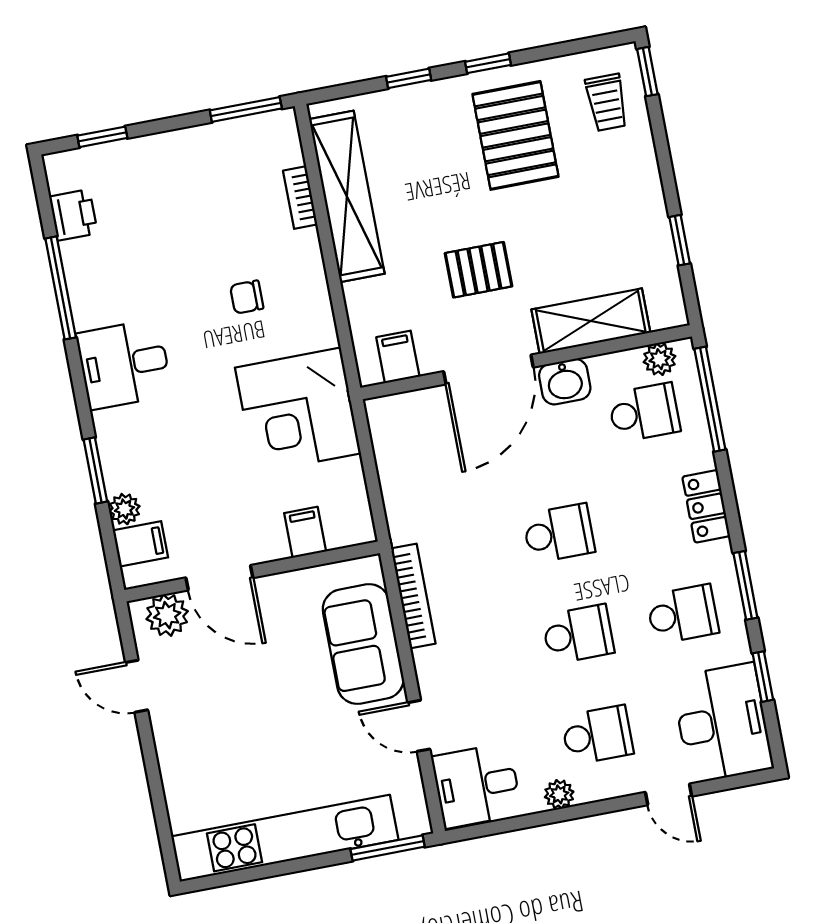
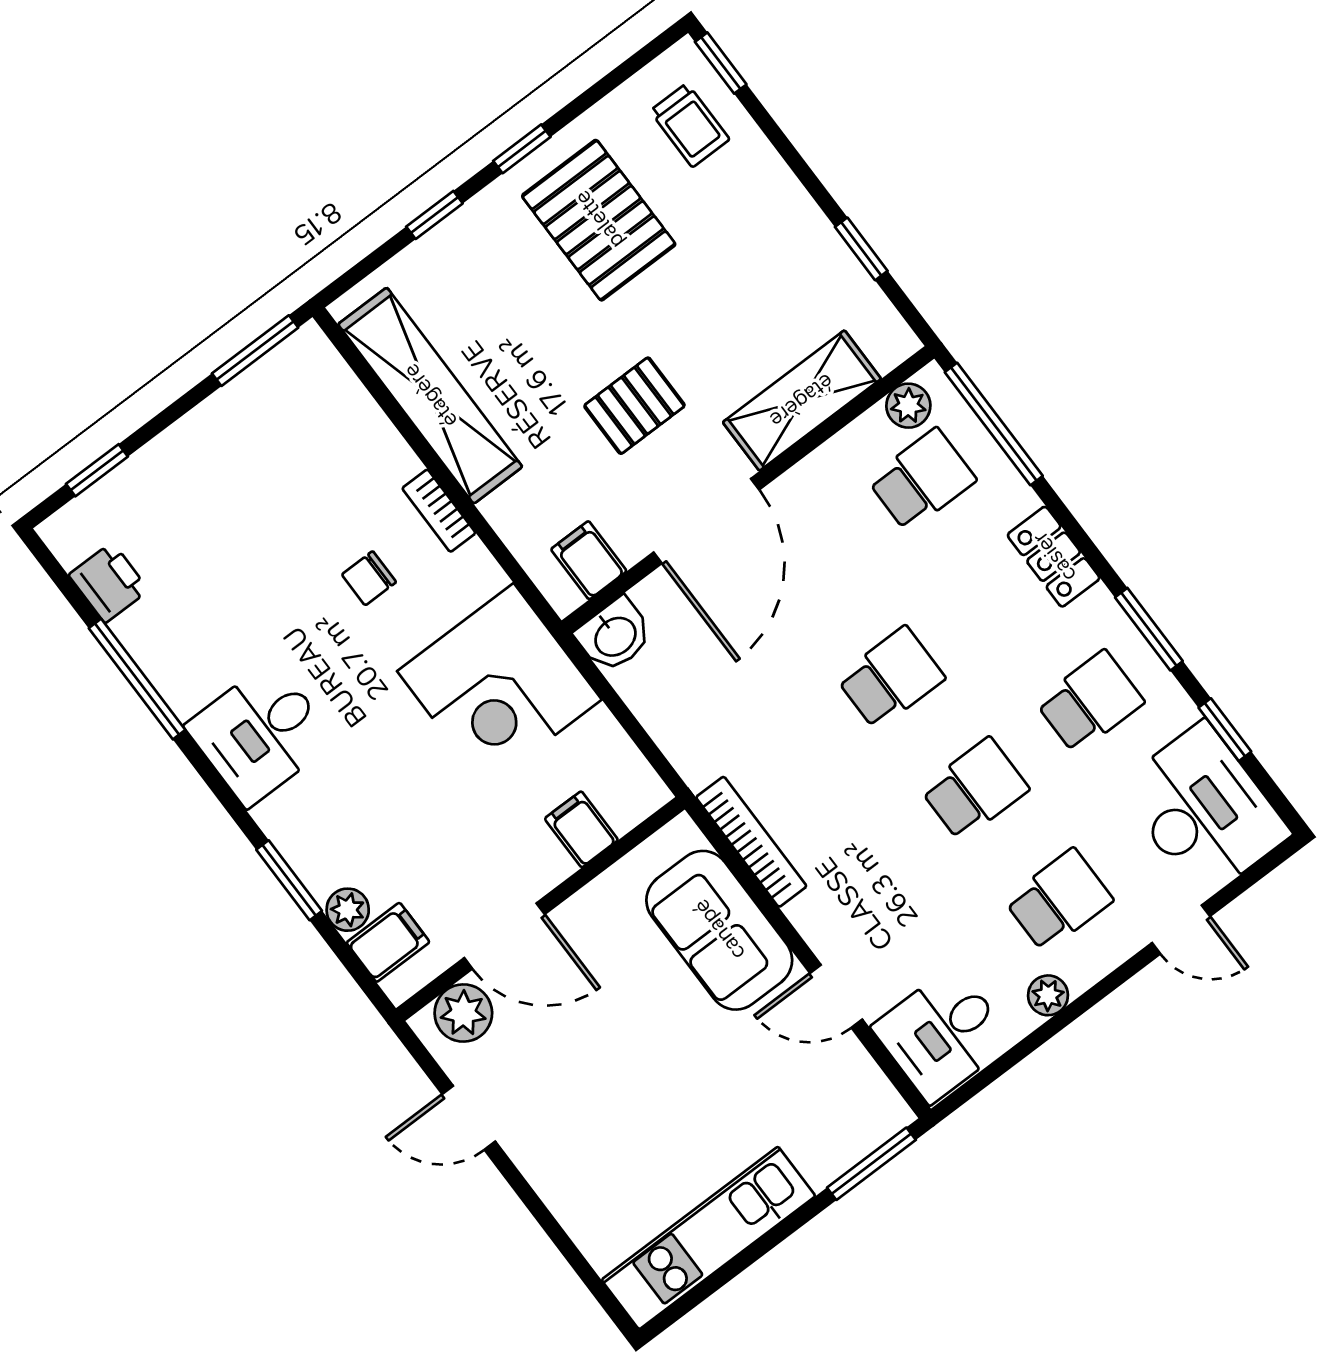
bookcase: (300, 198) -> (439, 511), moved
washbasin: (565, 382) -> (614, 635), moved
kitchen unit: (285, 838) -> (708, 1238), width x0.73

